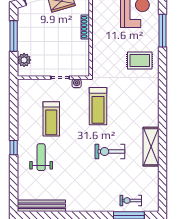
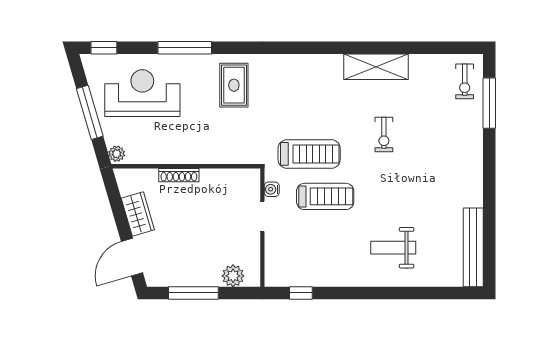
treadmill: (51, 119) -> (325, 196), moved
window: (14, 148) -> (301, 293), moved
exercise bike: (110, 151) -> (384, 134), width x0.73, depth x0.72
exercise bike: (131, 200) -> (465, 81), moved

